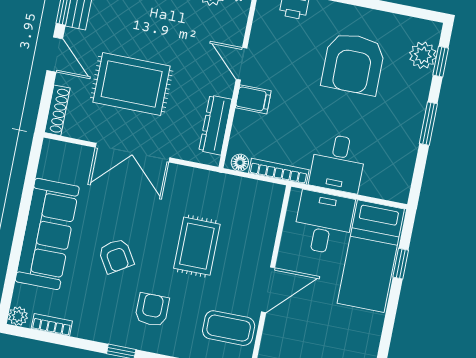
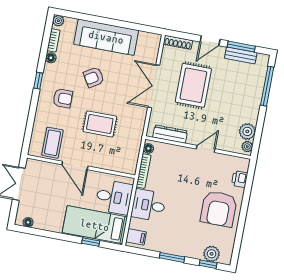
armchair: (353, 64) -> (219, 209), moved, turned -90
filing cabinet: (253, 99) -> (136, 237), moved, turned -90
floor lamp: (82, 330) -> (51, 58), added

